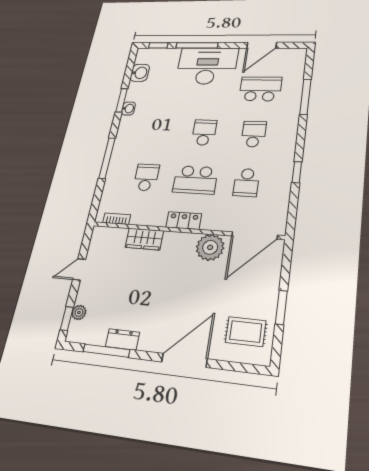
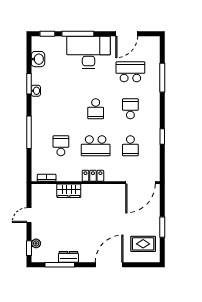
school desk: (204, 132) -> (96, 109), turned 180
plant: (210, 247) -> (113, 193), removed

